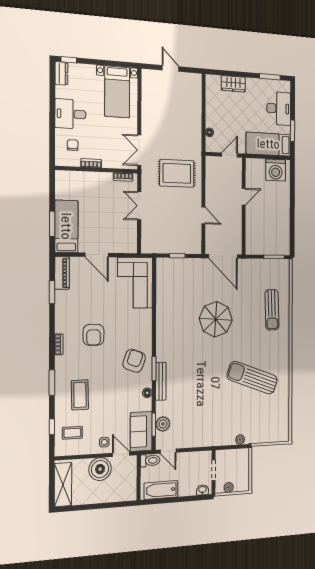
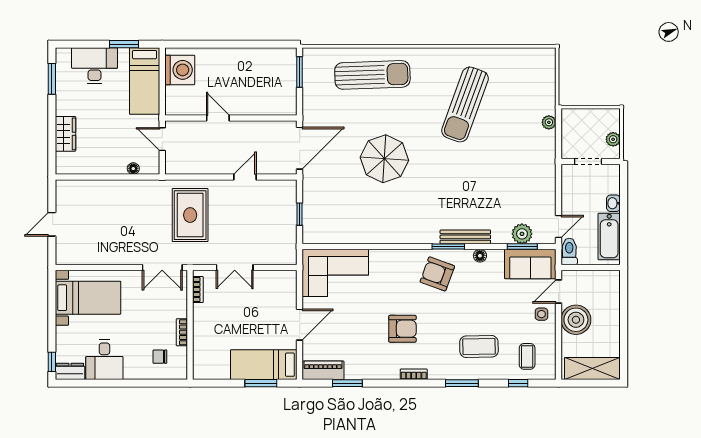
desk: (70, 114) -> (104, 360), moved
sun lounger: (272, 310) -> (372, 75), width x1.36, depth x1.34
washbasin: (202, 490) -> (613, 203), moved

